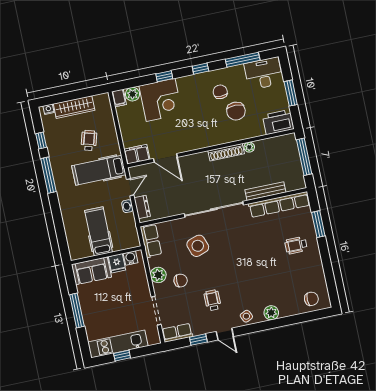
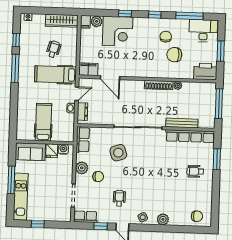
wardrobe: (74, 107) -> (61, 21), moved
chair: (236, 111) -> (174, 55), turned 90
kitchen unit: (118, 344) -> (21, 197), moved, turned 90

